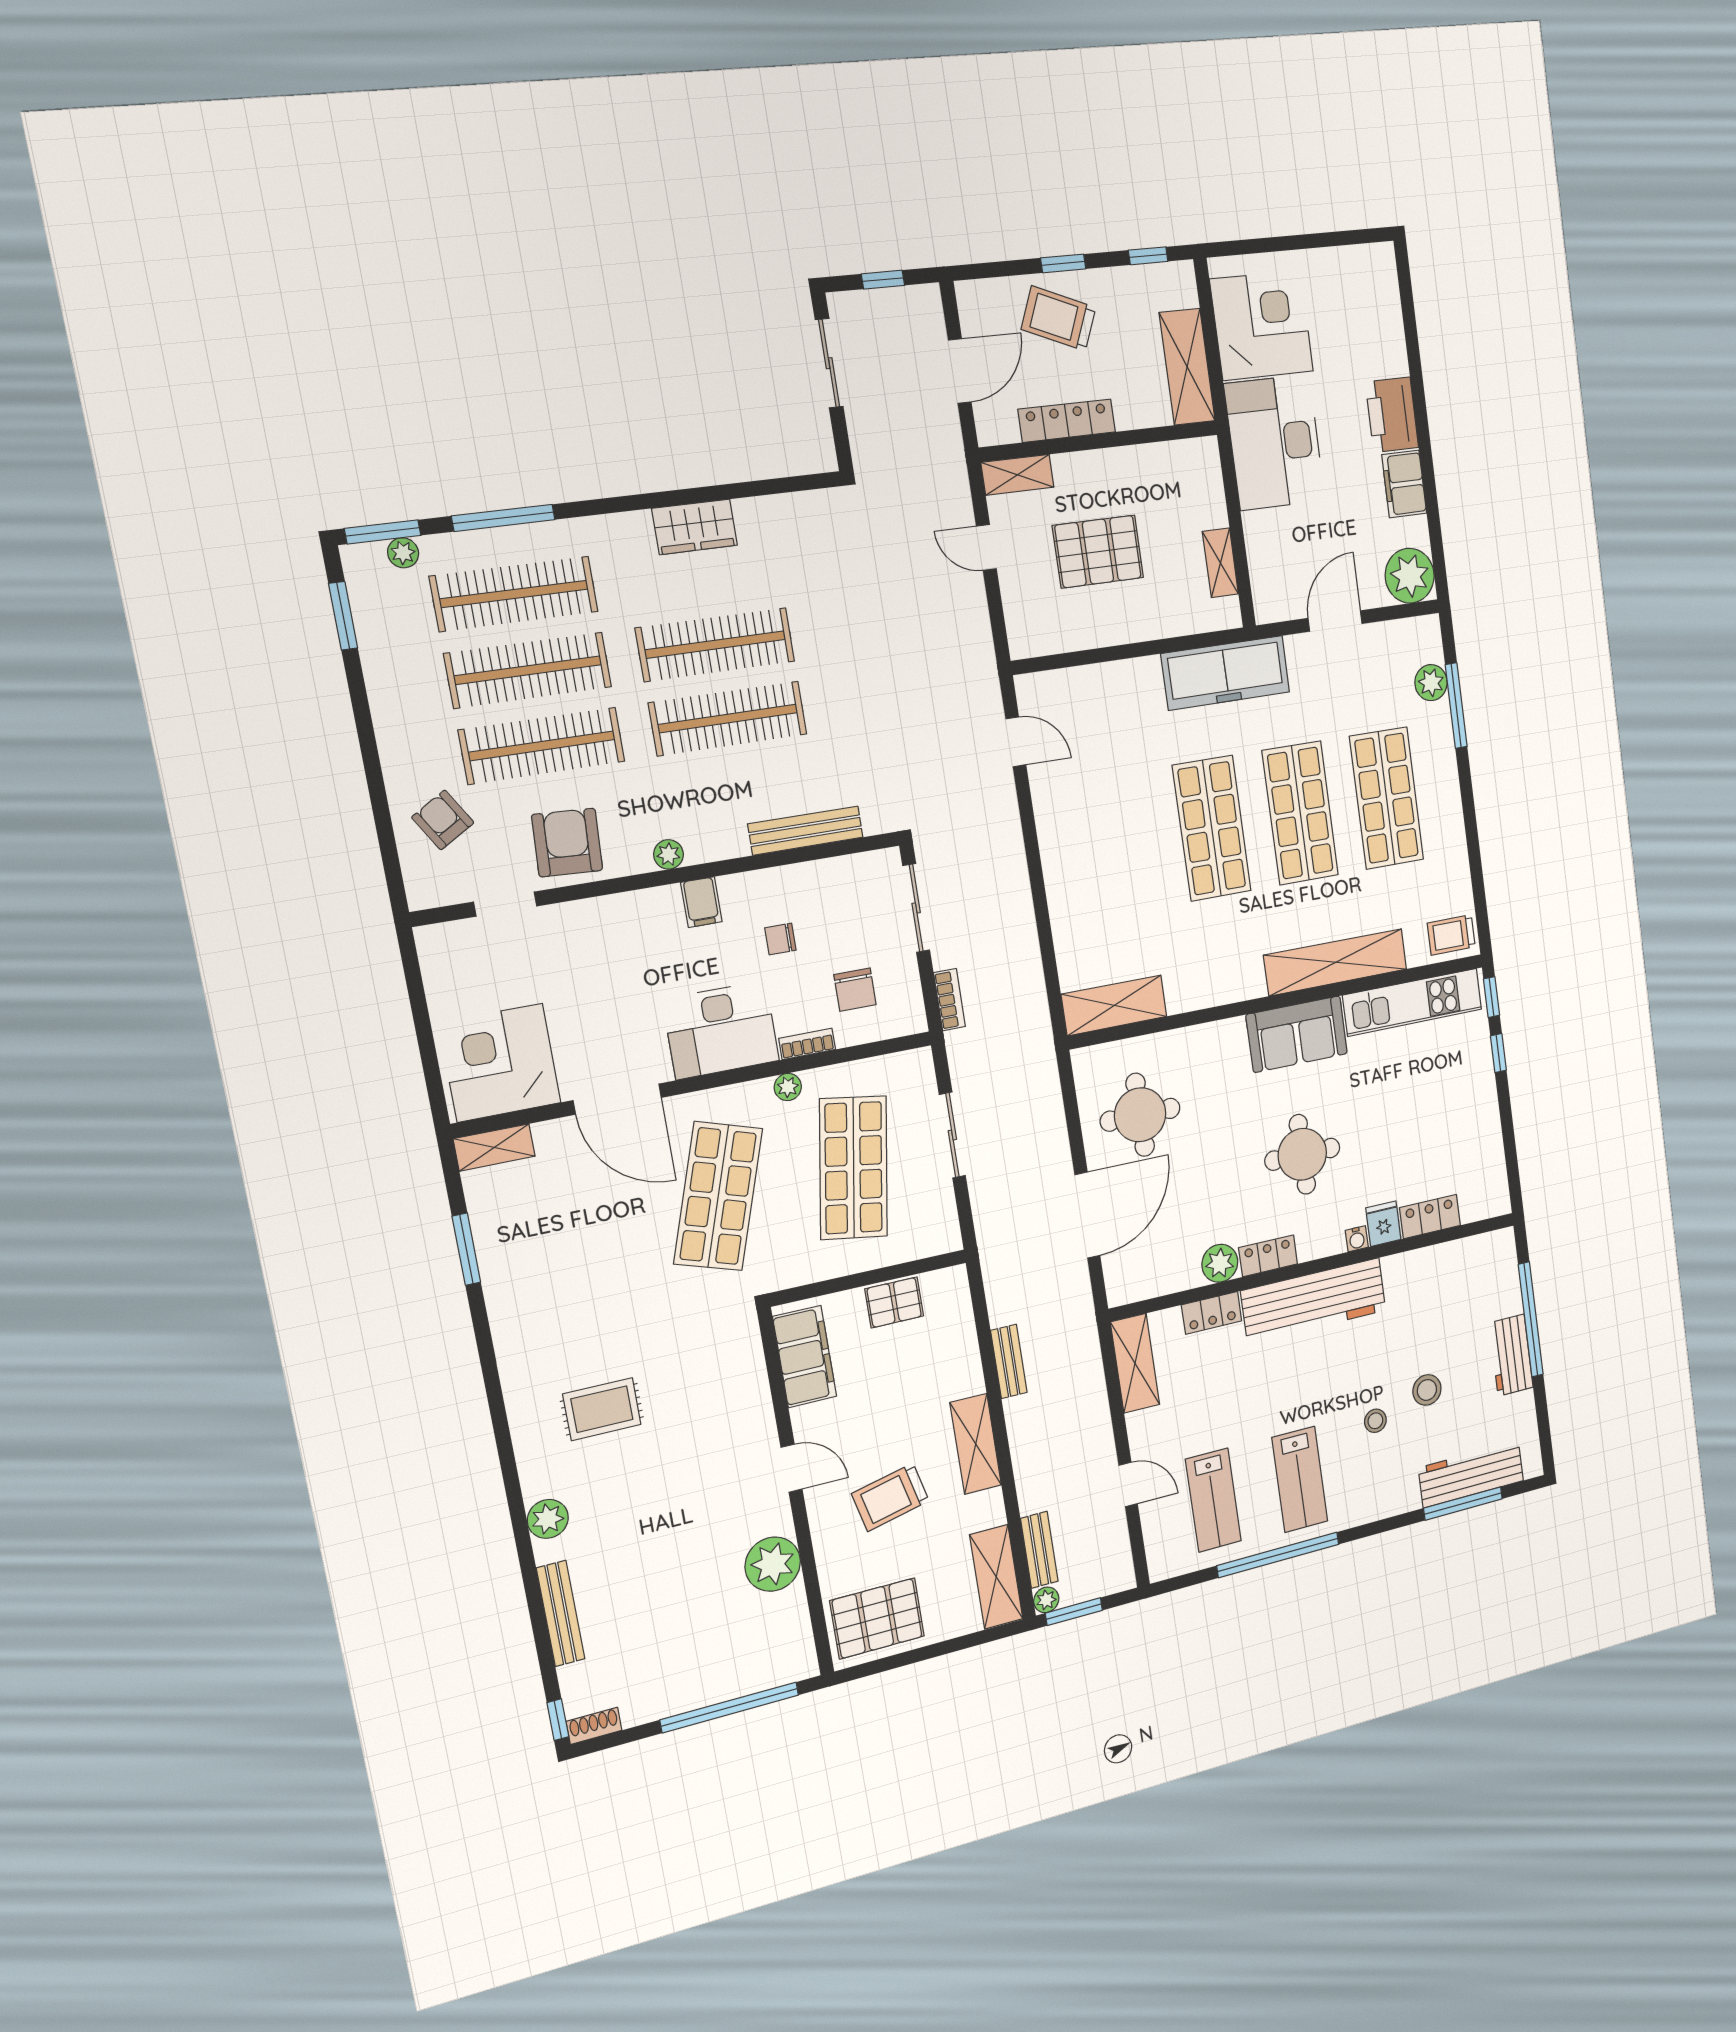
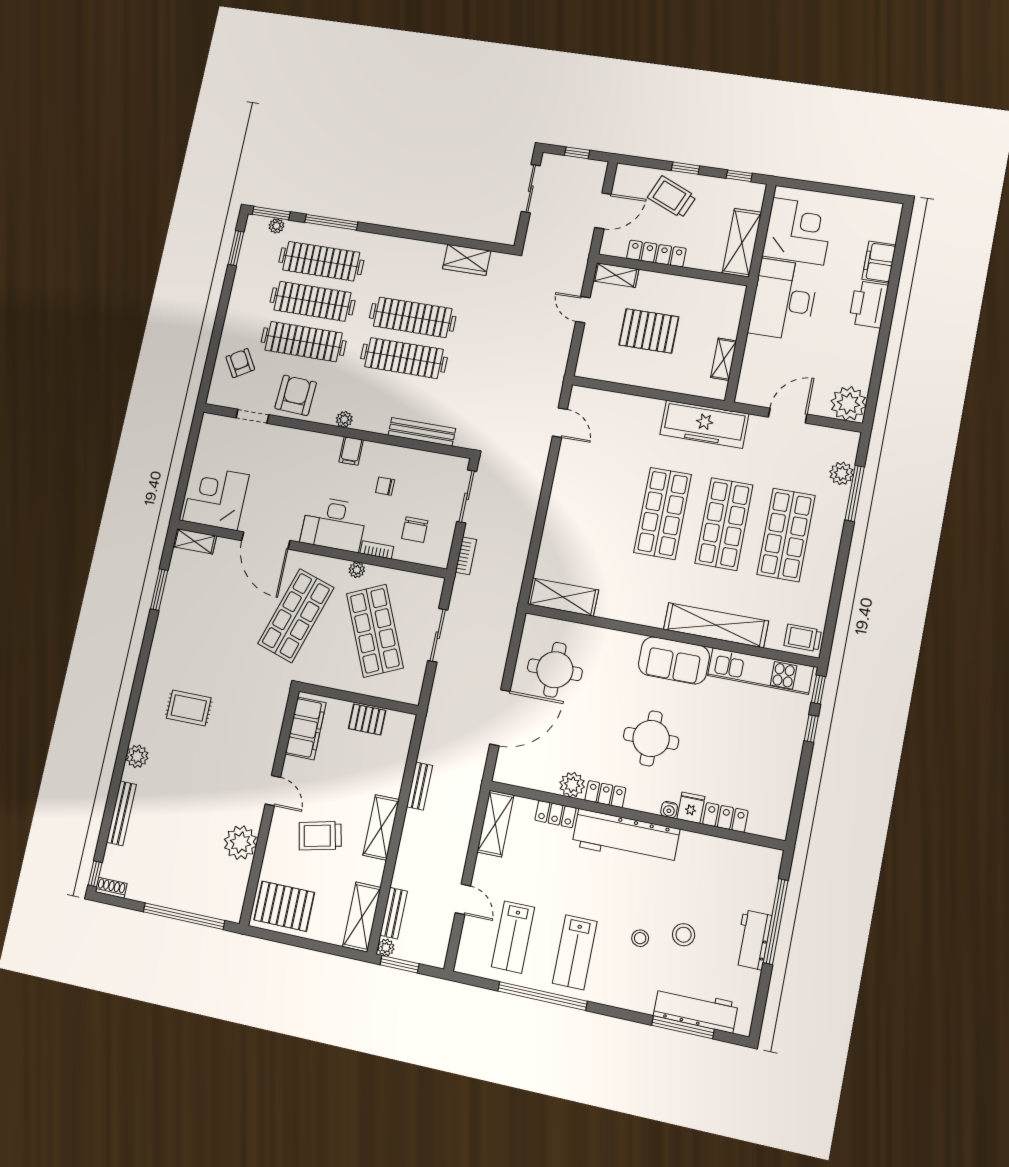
filing cabinet: (1404, 484) -> (879, 262), moved
wardrobe: (695, 527) -> (467, 260), moved
shop shelf: (854, 1168) -> (375, 631), turned -33

